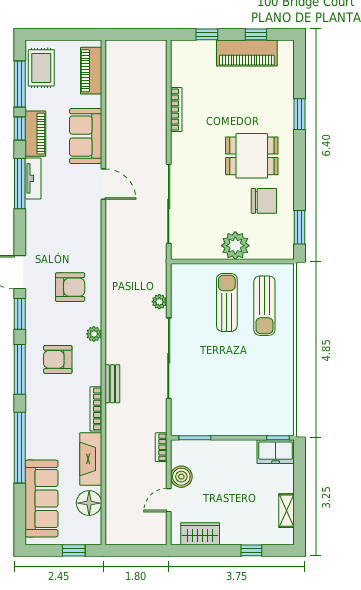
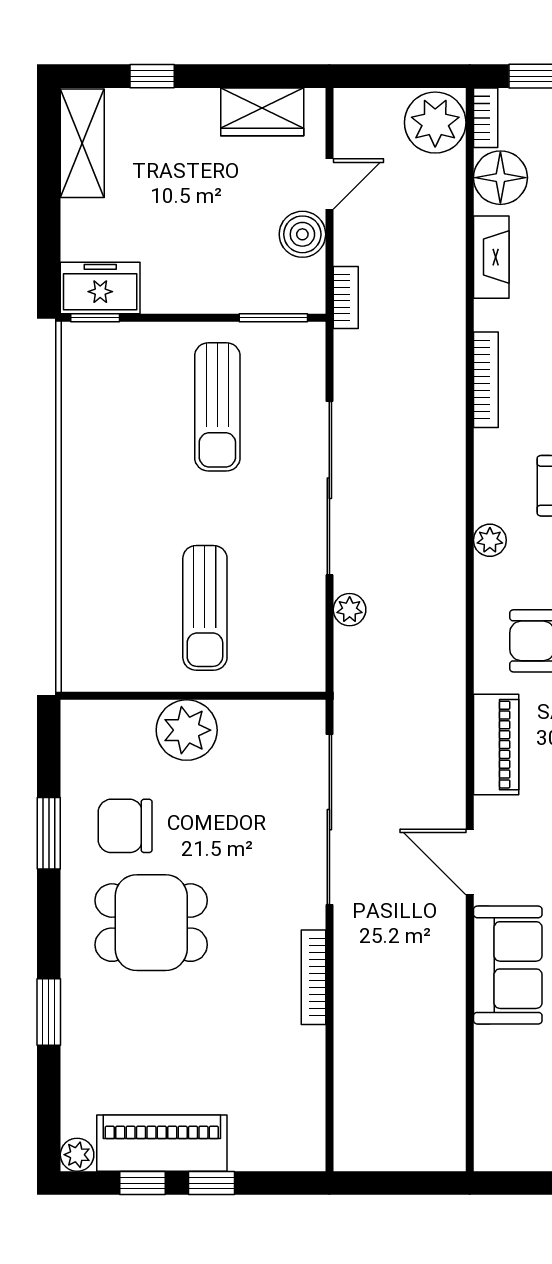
window: (207, 34) -> (211, 1183), moved
plant: (286, 48) -> (77, 1155), added
piano: (91, 71) -> (496, 745), moved
bookcase: (176, 110) -> (313, 977), moved
window: (300, 227) -> (49, 833), moved
sun lounger: (264, 306) -> (217, 407), moved, turned 180
bench: (112, 384) -> (450, 434), removed
fireplace: (91, 459) -> (491, 257), width x0.73, depth x0.76
shelving: (286, 511) -> (82, 143), width x1.50, depth x1.33
plant: (119, 529) -> (435, 123), added
bookcase: (96, 531) -> (486, 118), added

